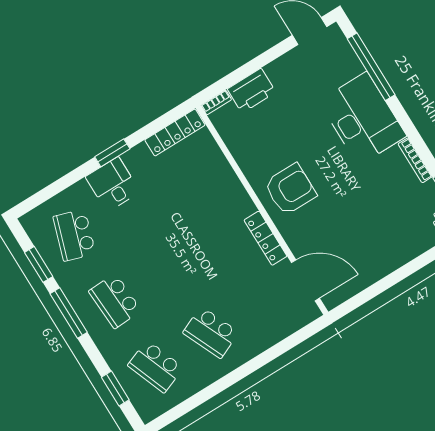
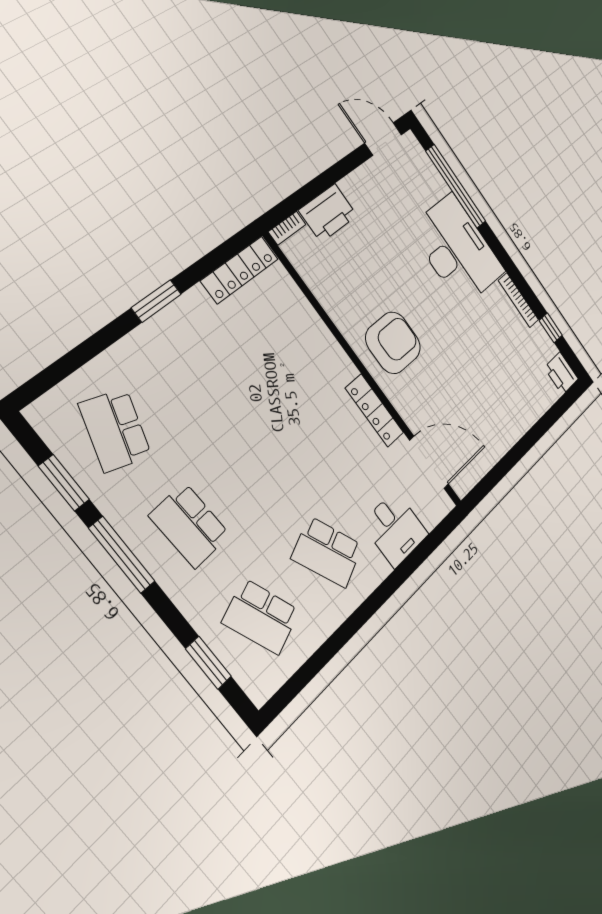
desk: (113, 184) -> (395, 529), moved, turned 180

